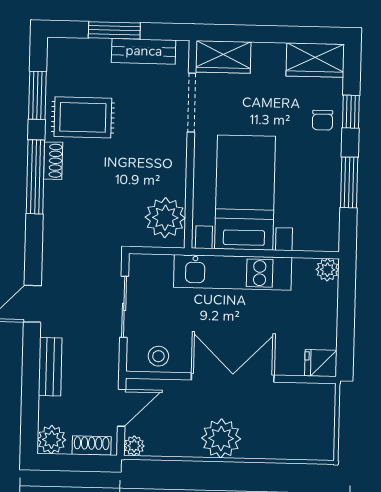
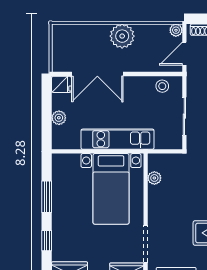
chair: (323, 120) -> (64, 235), removed
plant: (165, 218) -> (154, 178), width x0.53, depth x0.53
plant: (327, 270) -> (59, 118), moved
double door: (233, 377) -> (97, 74), moved

